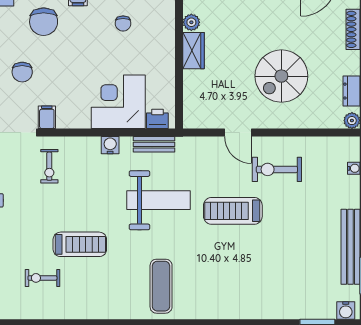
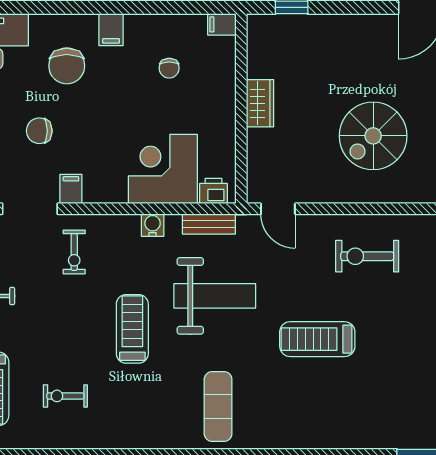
plant: (191, 22) -> (257, 67), removed
chair: (22, 72) -> (39, 131), turned 90
door: (238, 133) -> (278, 209), moved
treadmill: (233, 211) -> (317, 339), moved
treadmill: (80, 244) -> (132, 329), moved, turned -90

